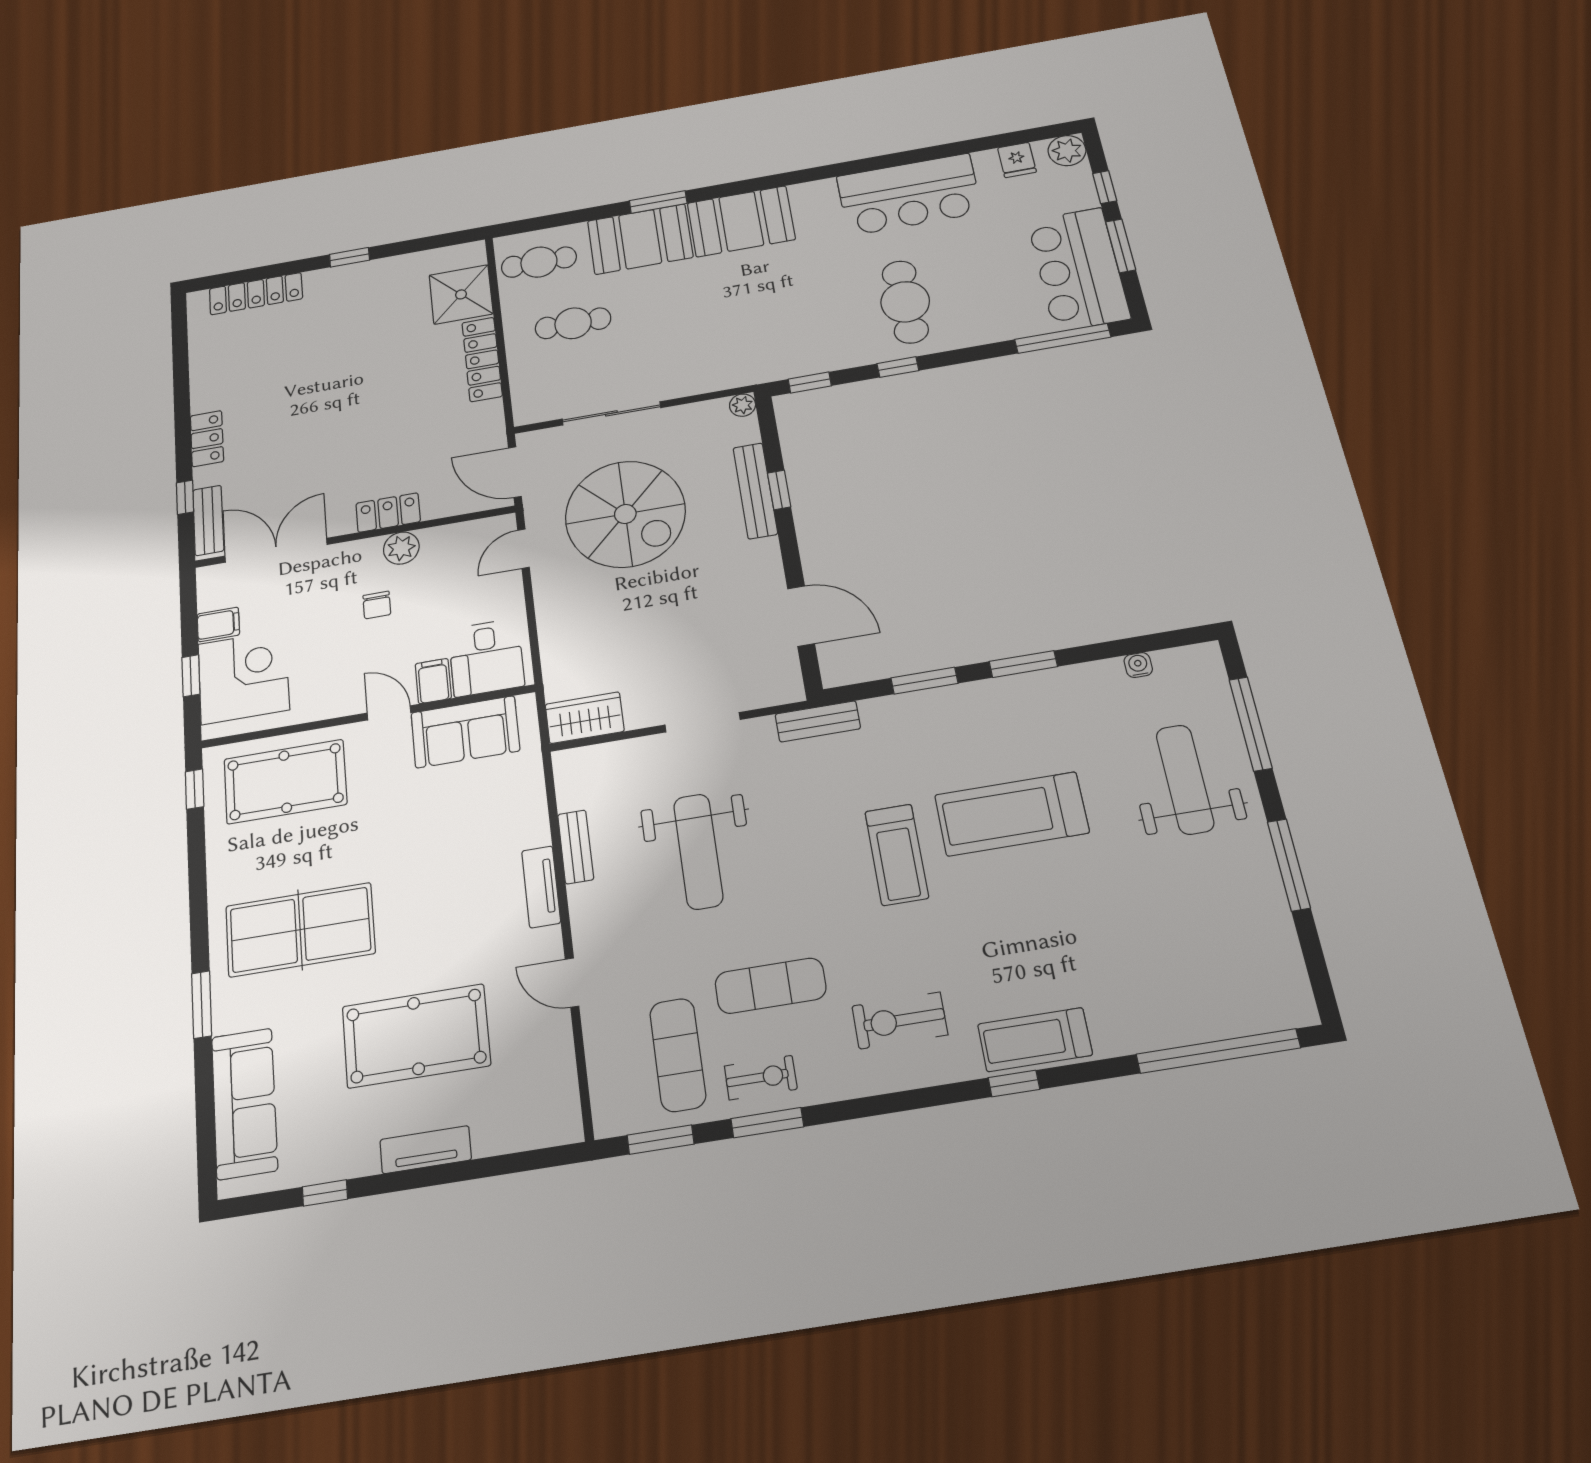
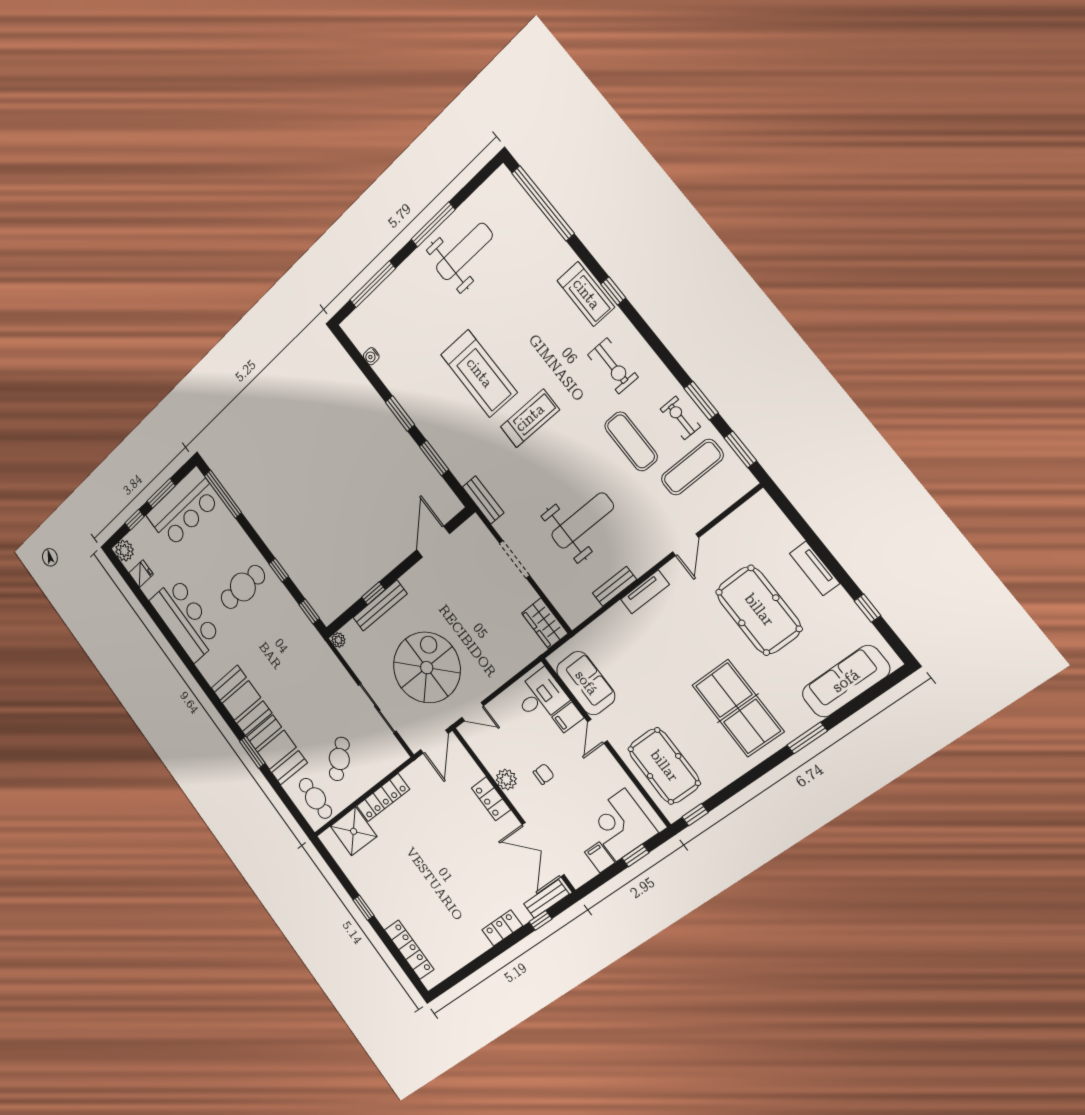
cafe table: (573, 323) -> (339, 759), turned 52
weight bench: (1185, 779) -> (464, 252), moved, turned 180

